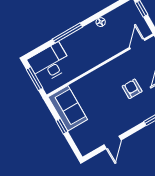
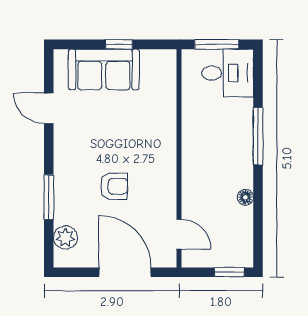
desk: (50, 63) -> (228, 73), width x0.73
sofa: (68, 108) -> (104, 69), moved

